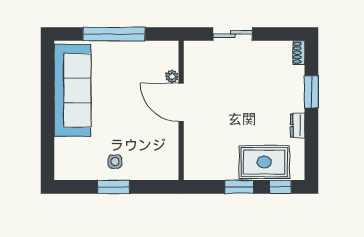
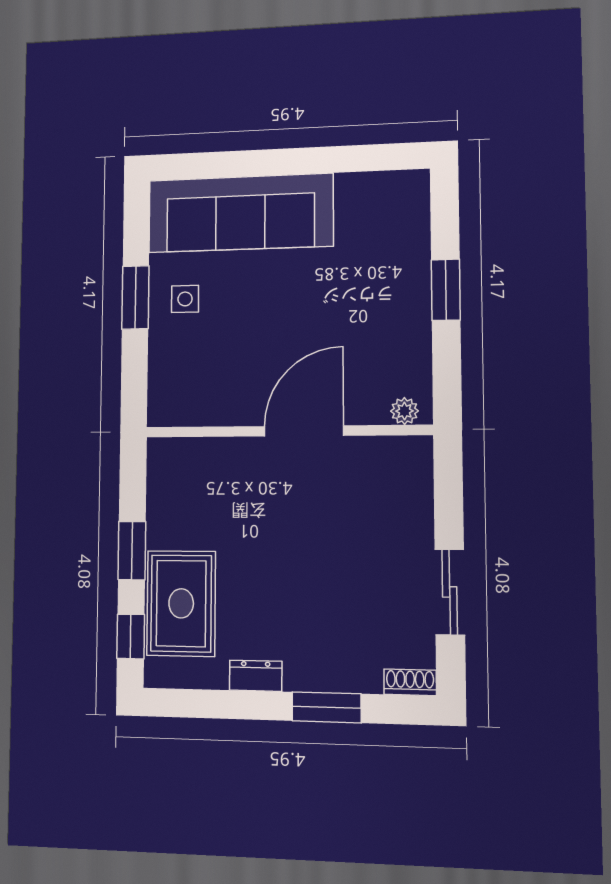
window: (114, 34) -> (446, 290), width x0.47
sliding door: (233, 34) -> (450, 592), moved
plant: (172, 76) -> (404, 411), moved
sofa: (73, 90) -> (240, 213), moved

